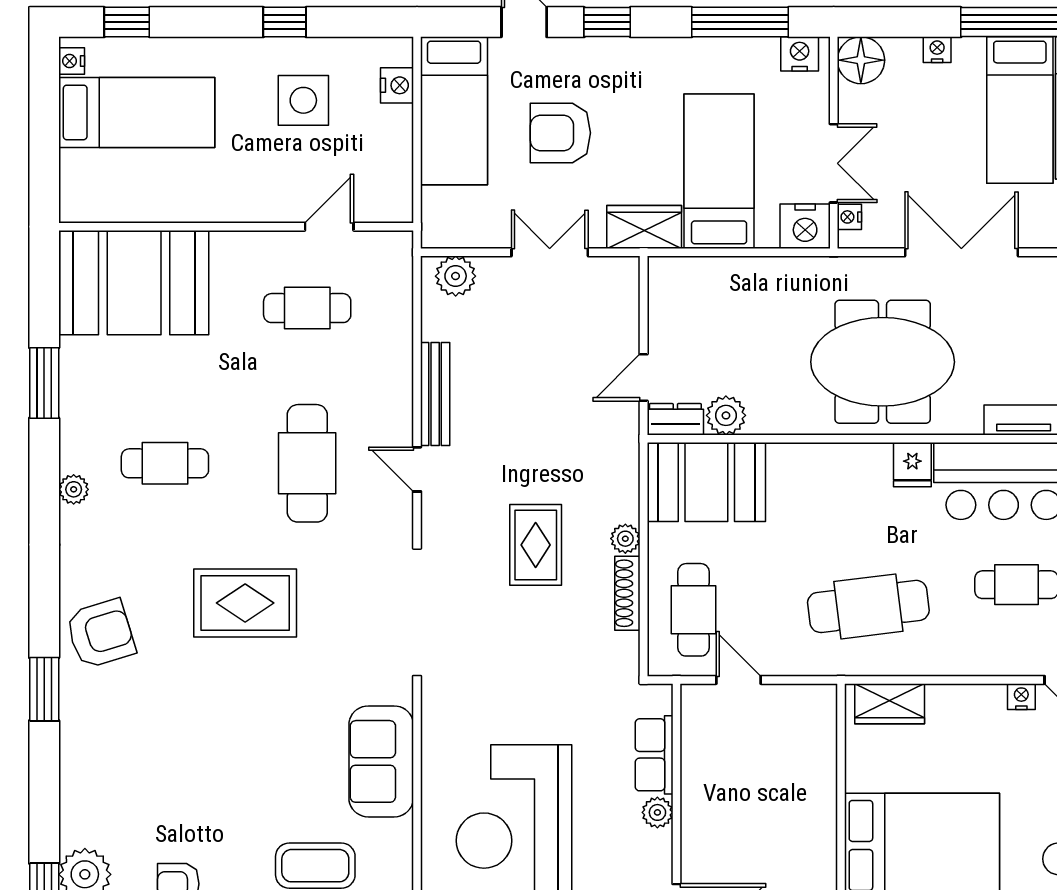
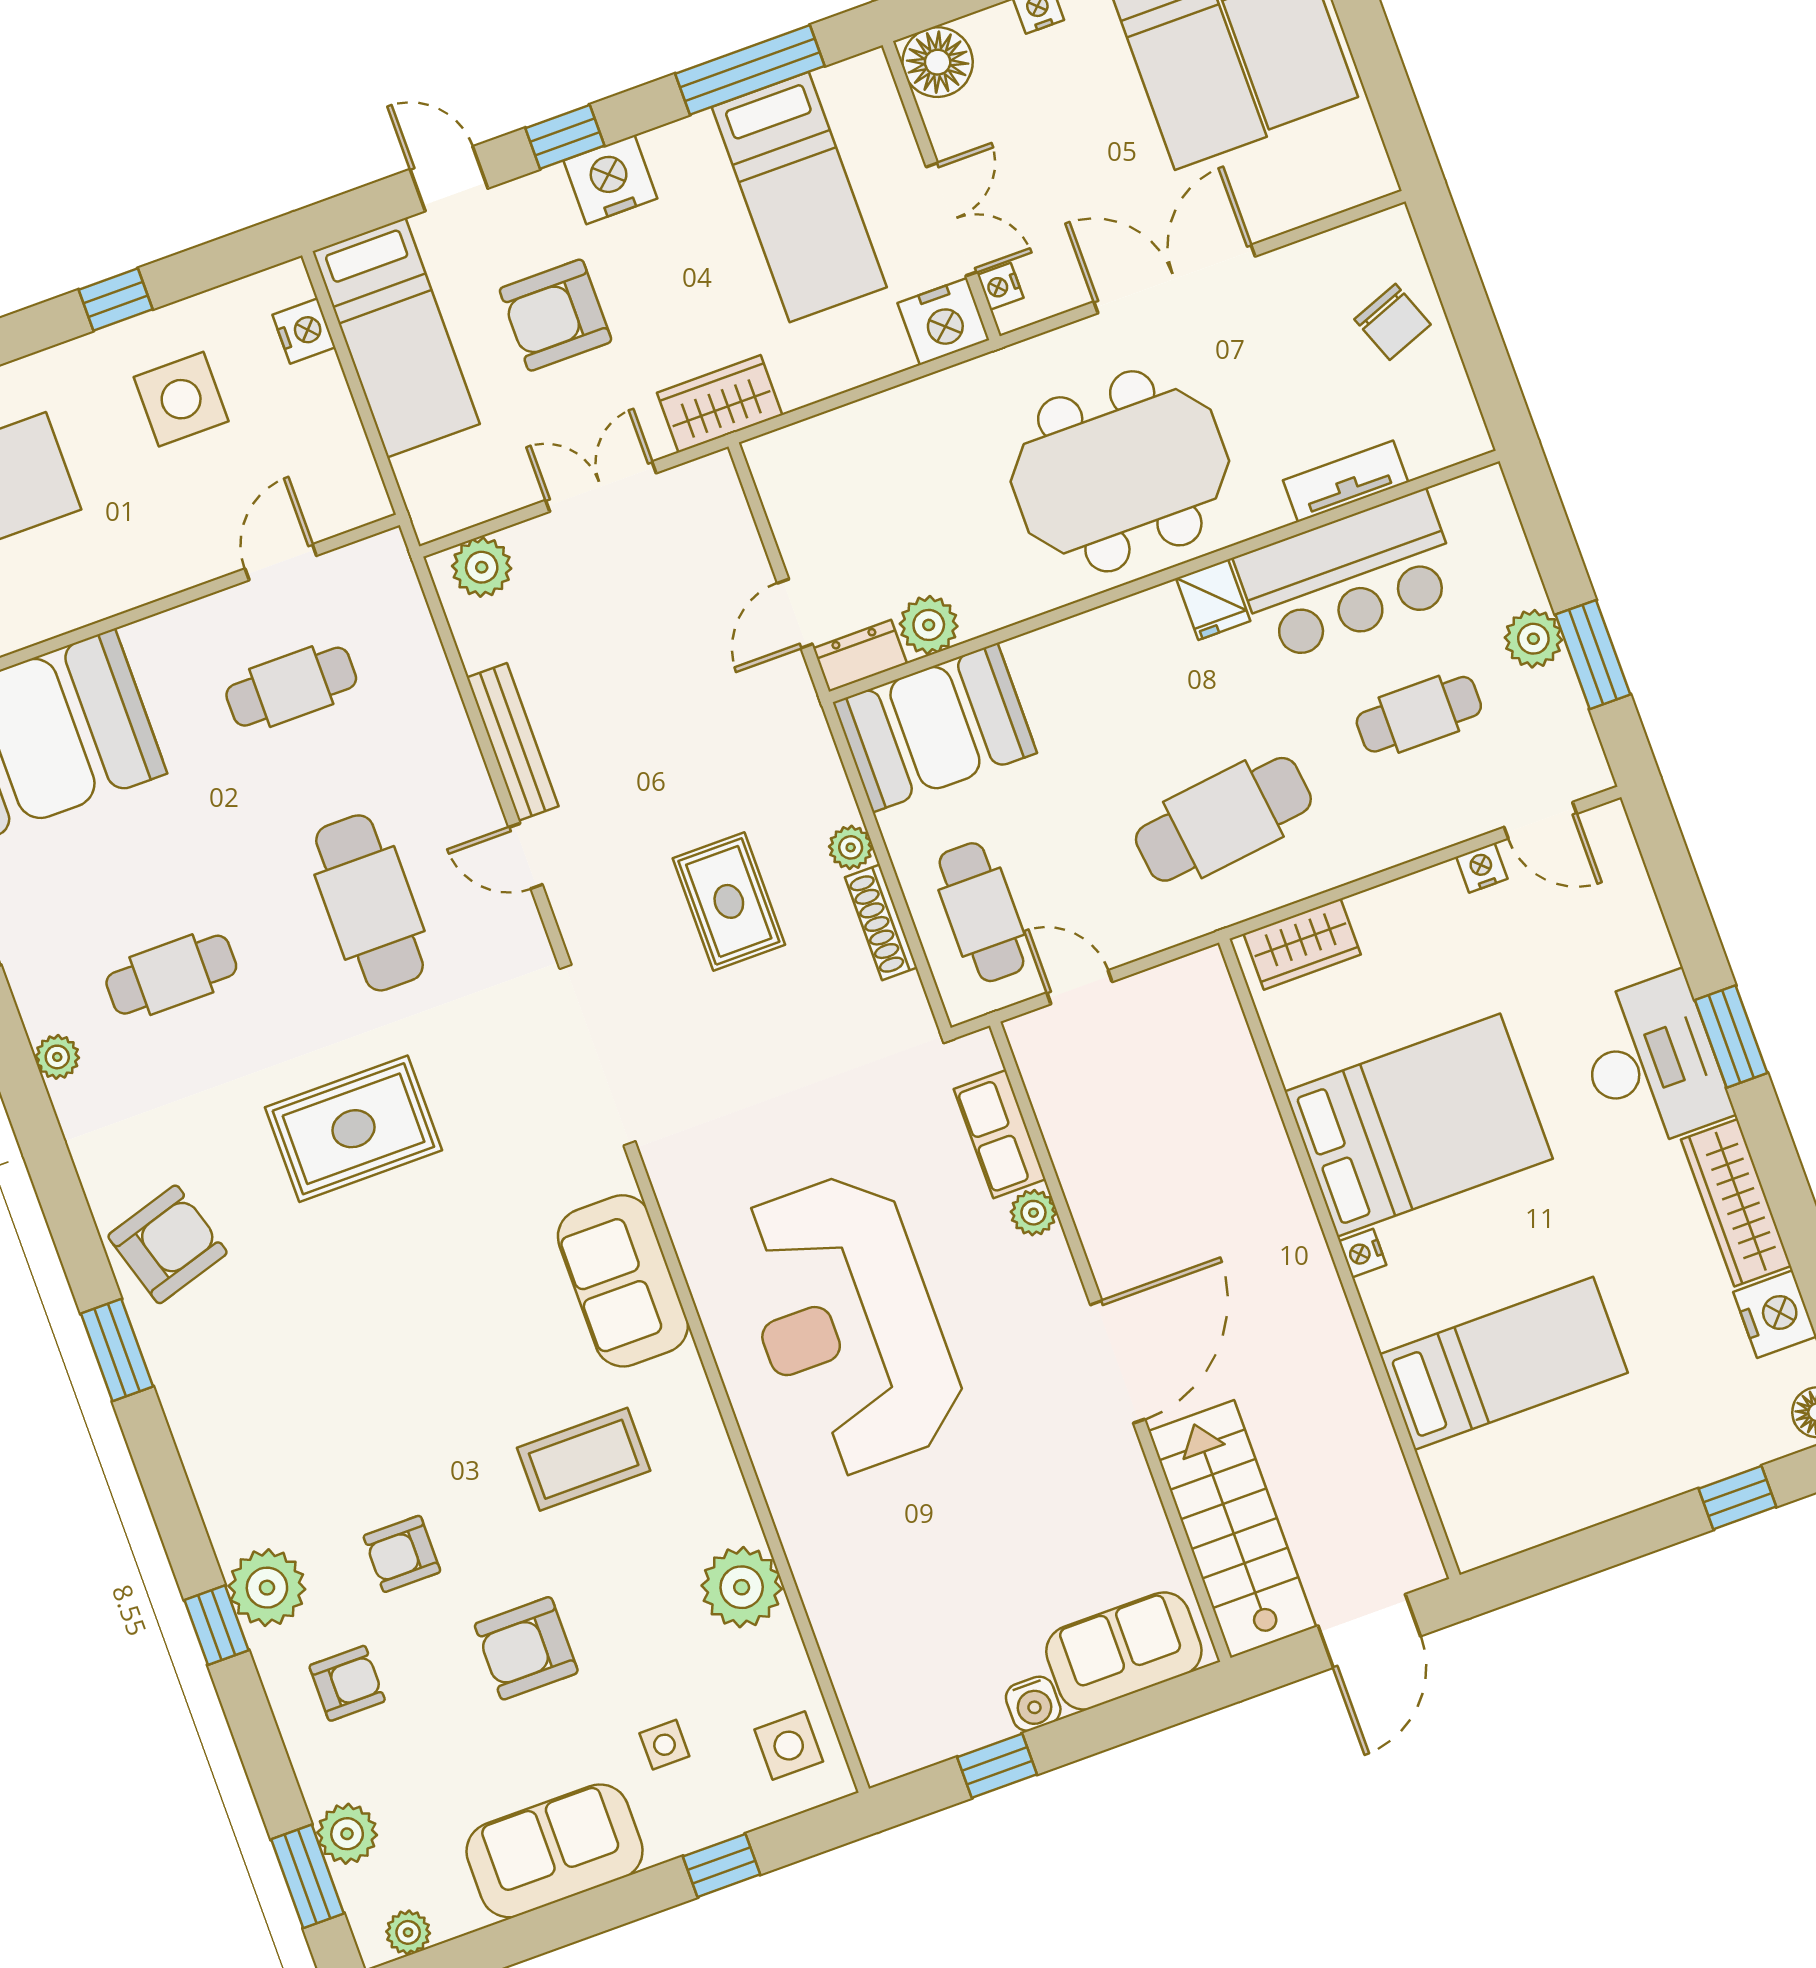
nightstand: (800, 54) -> (610, 179), moved, width x1.36, depth x1.33
bed: (719, 171) -> (799, 197), moved, turned 180

